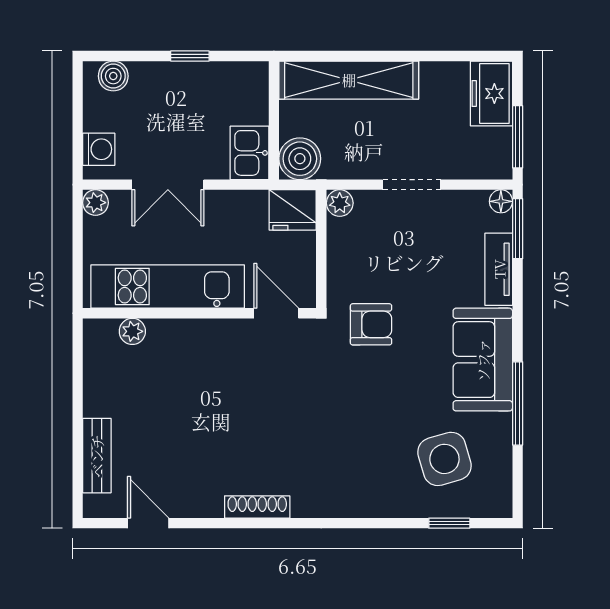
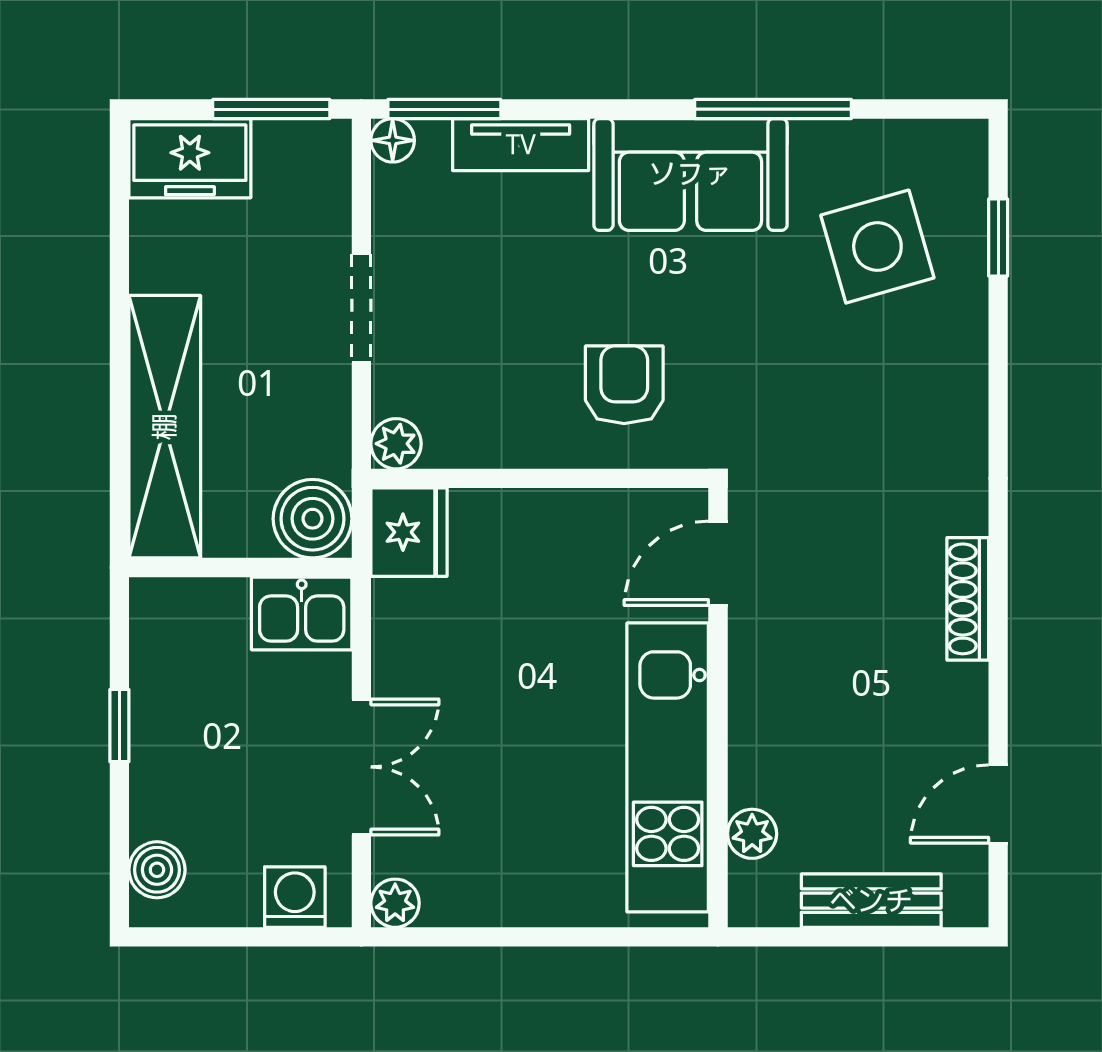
kitchen unit: (168, 287) -> (668, 767), moved
wall: (199, 313) -> (718, 708), moved
door: (276, 313) -> (718, 563), moved
plant: (132, 331) -> (752, 834), moved

